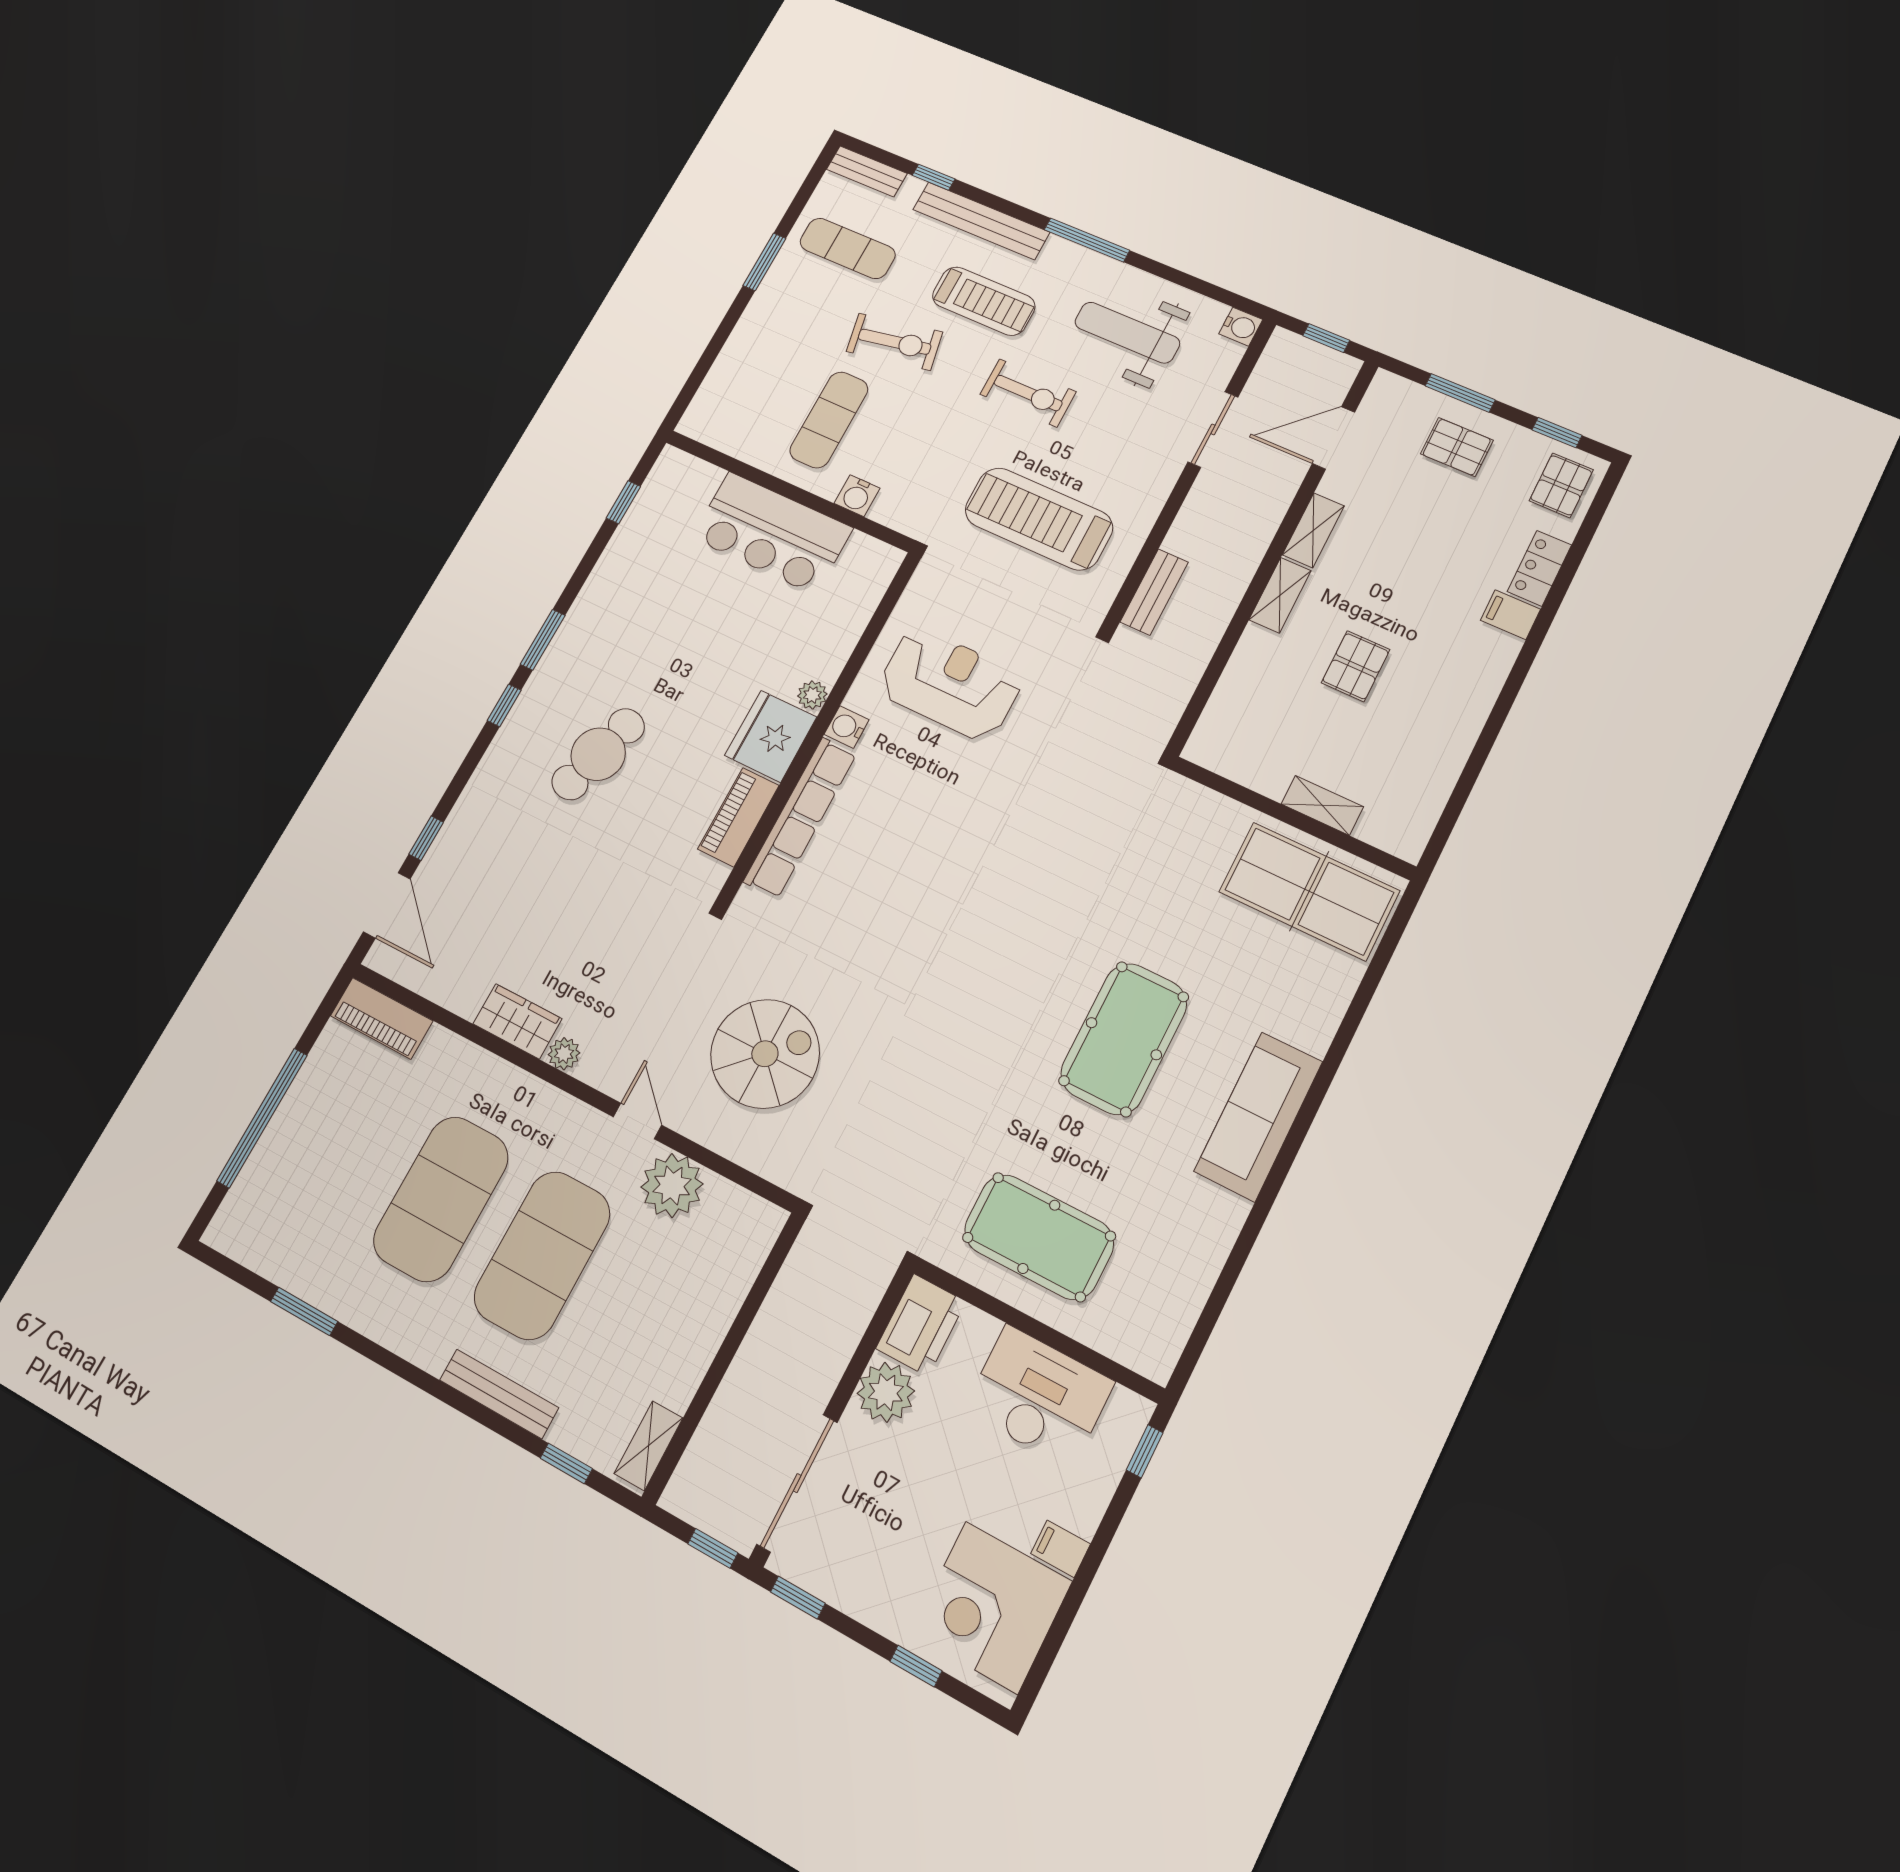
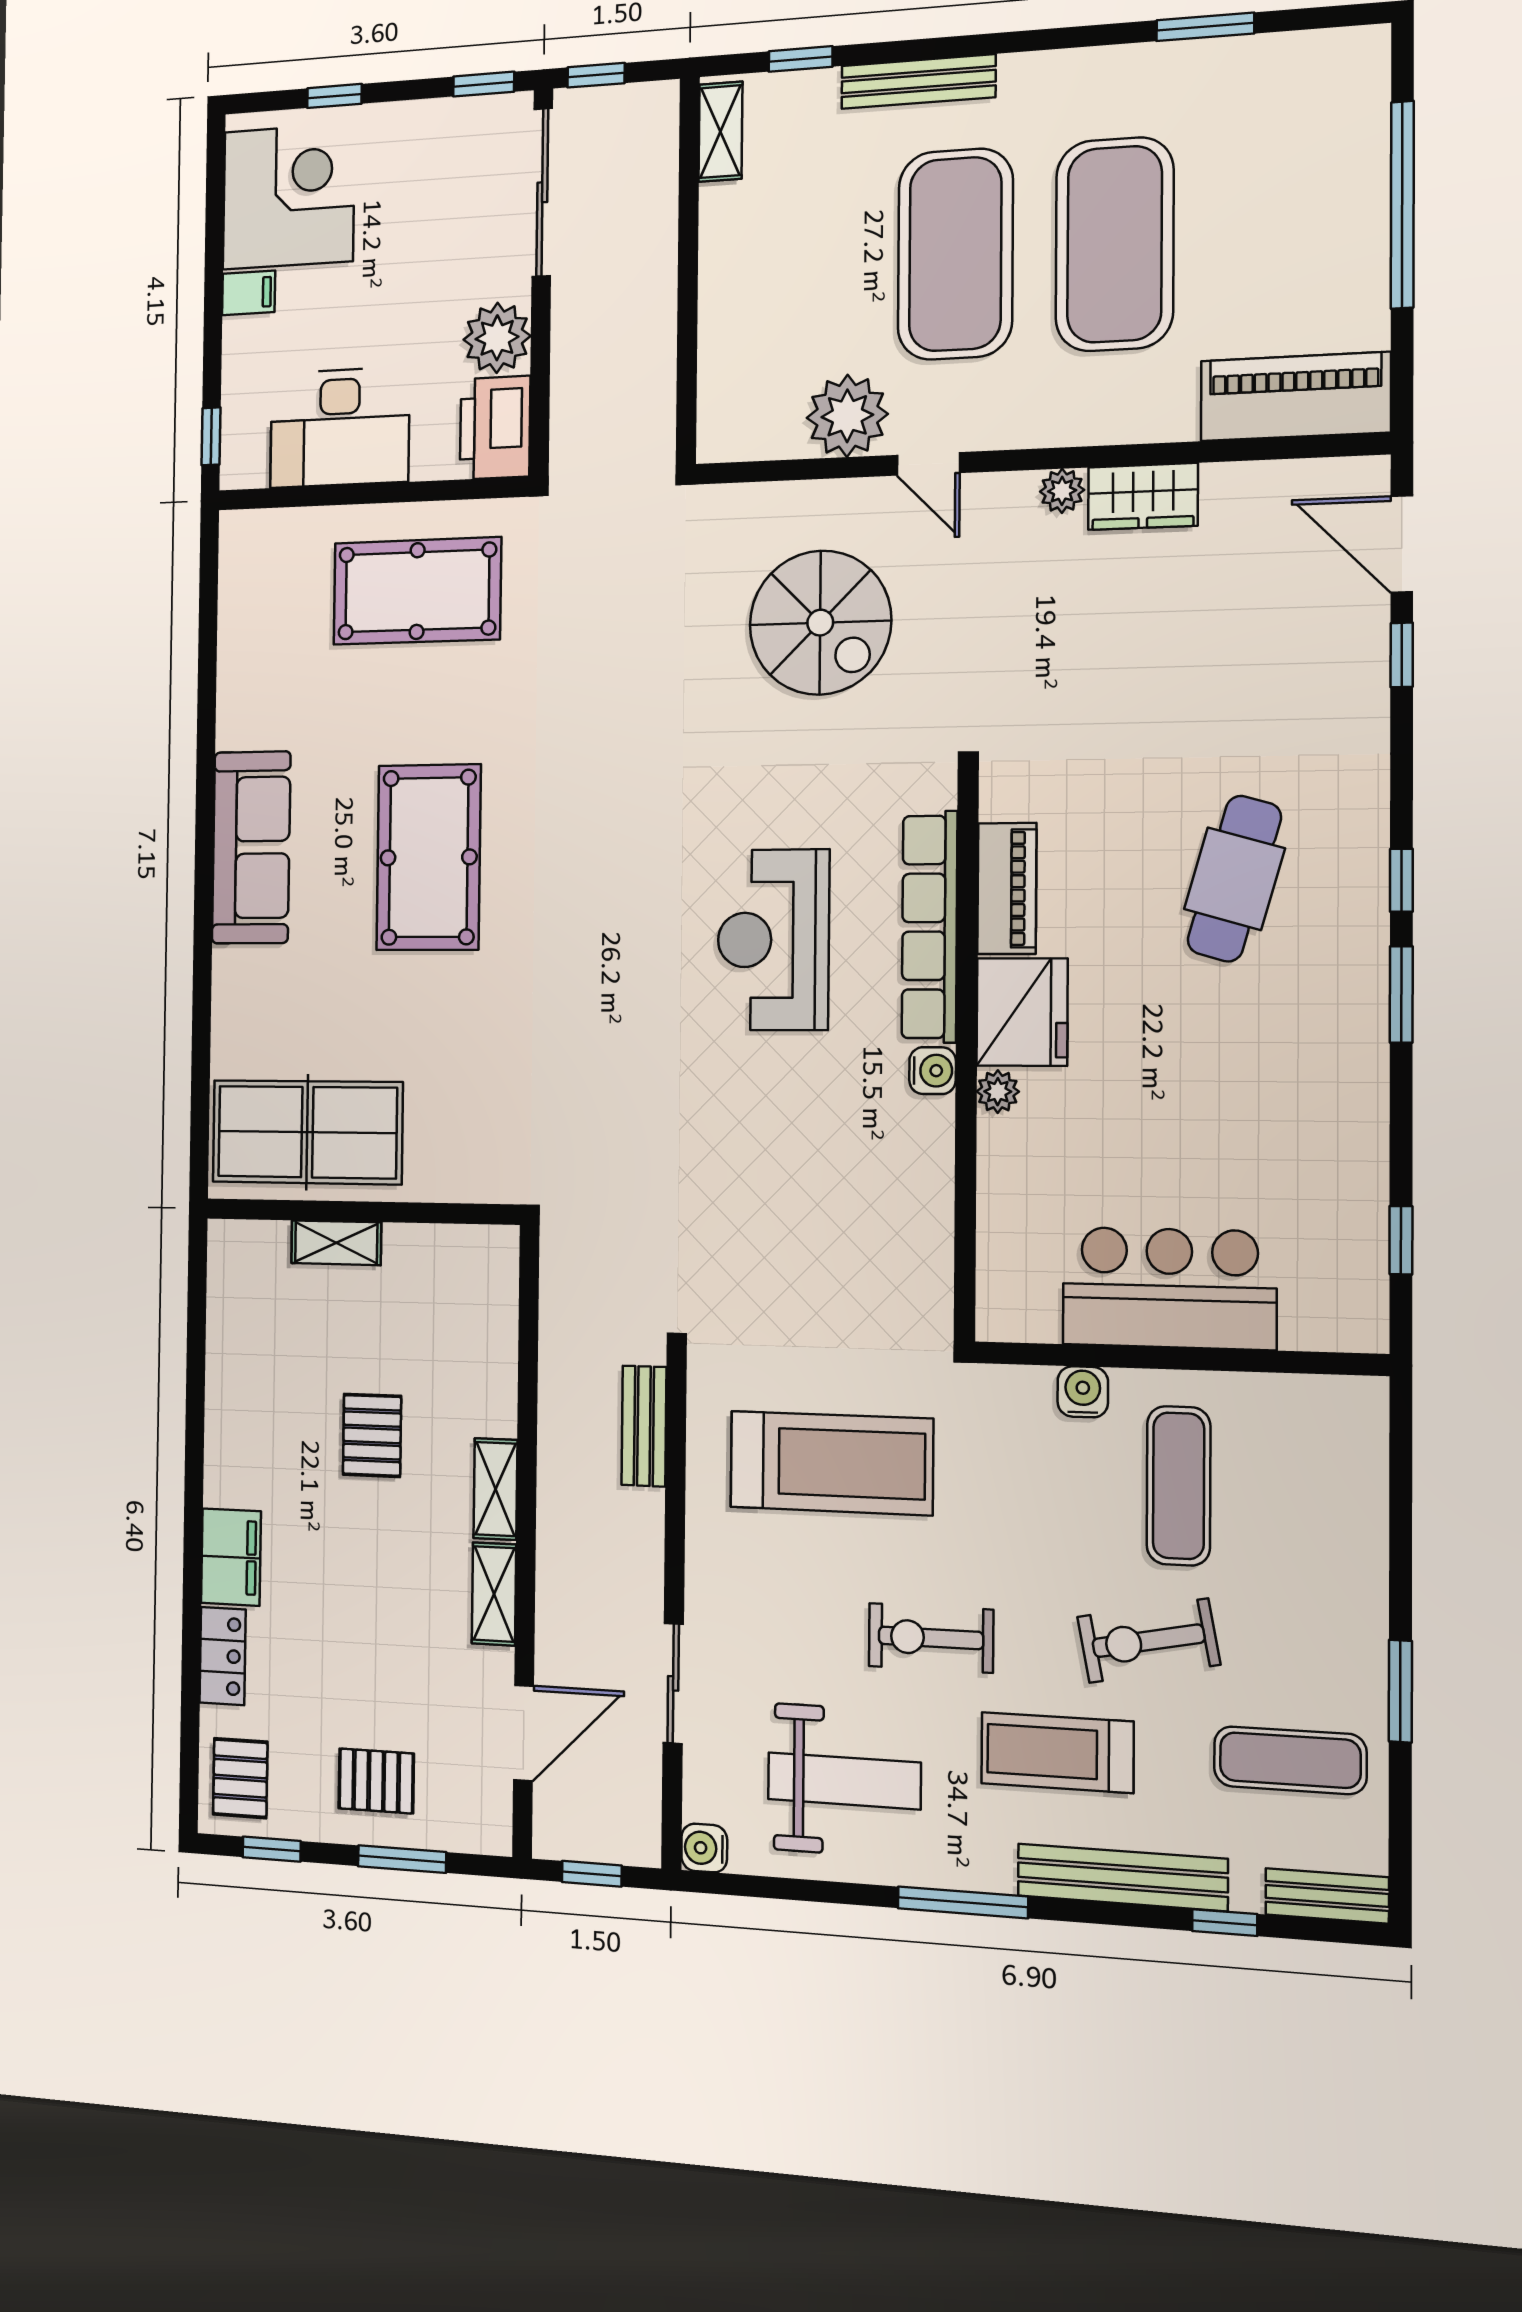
filing cabinet: (1510, 615) -> (231, 1557), width x2.00
reception desk: (950, 684) -> (773, 940), moved, turned 90
piano: (382, 1018) -> (1295, 397), width x1.37, depth x1.33
spiral stairs: (765, 1054) -> (820, 623), turned -90

